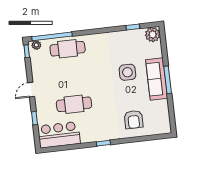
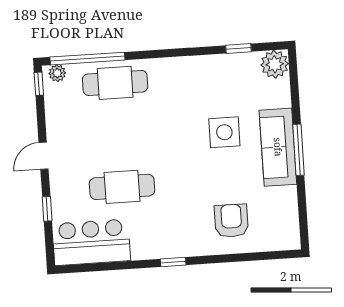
armchair: (134, 120) -> (231, 221), turned 180

